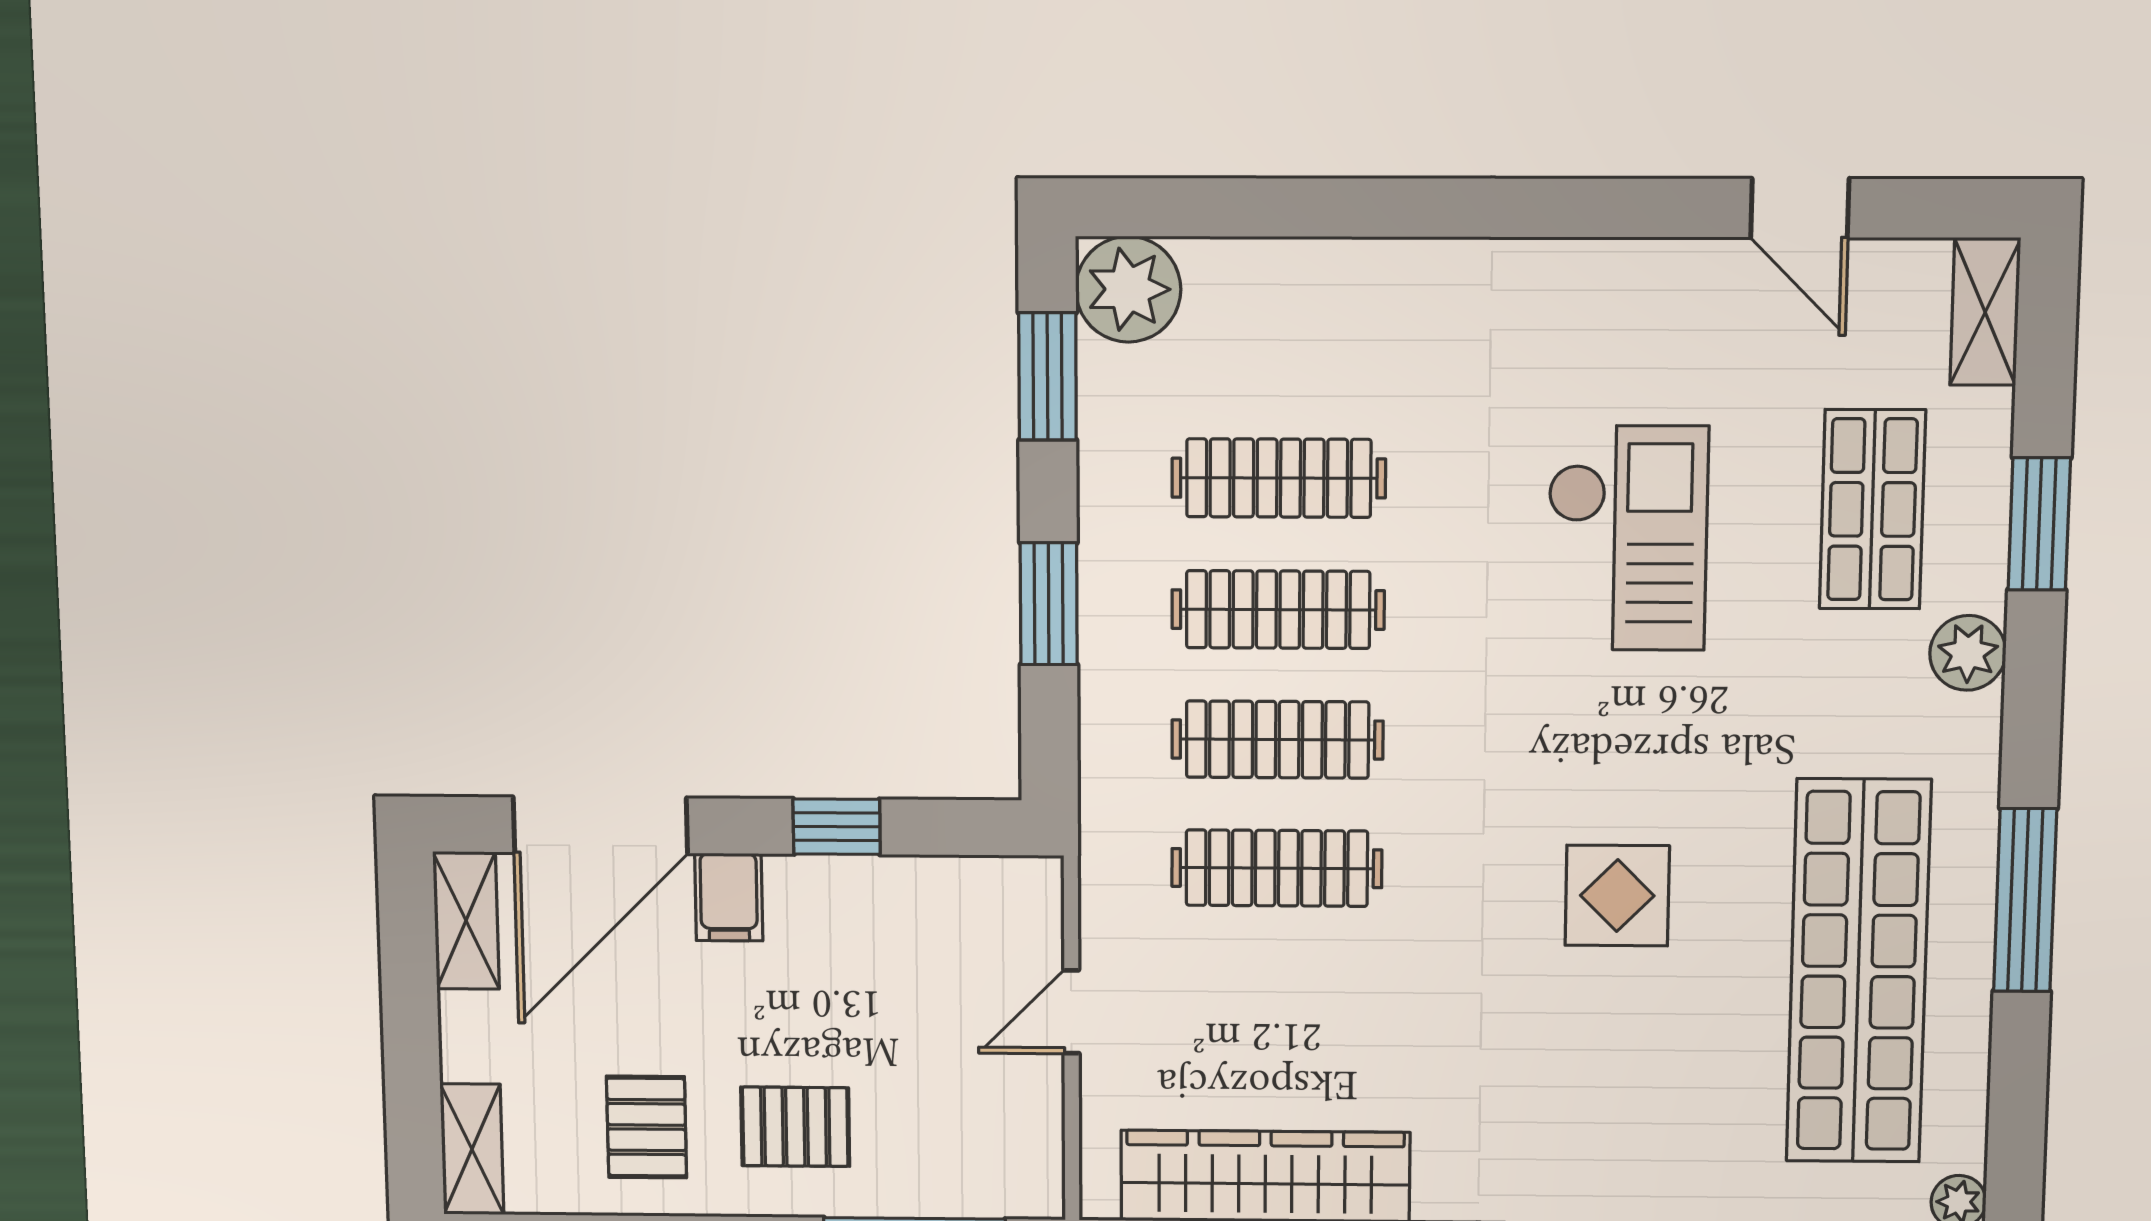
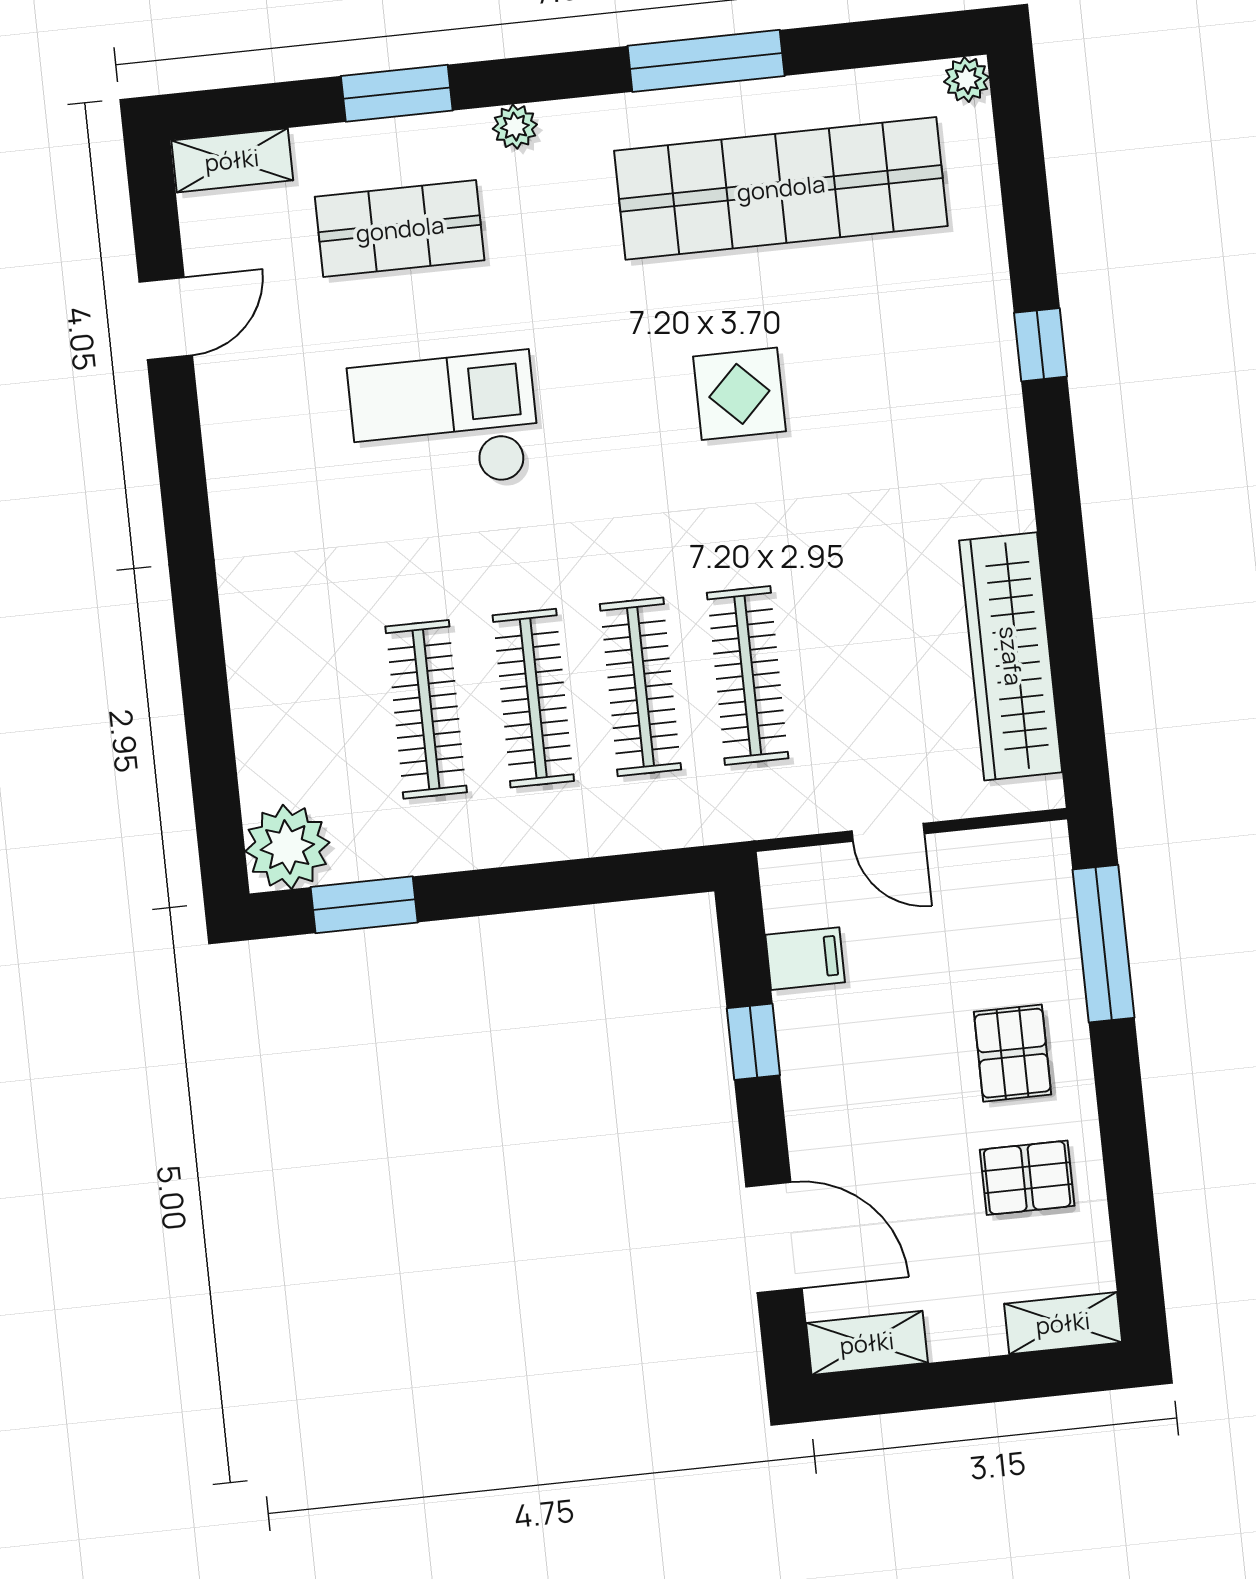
window: (1049, 604) -> (549, 885), removed
plant: (1968, 653) -> (515, 127), width x0.73, depth x0.73
door: (600, 825) -> (774, 1237), width x0.73
filing cabinet: (729, 897) -> (805, 959), moved

